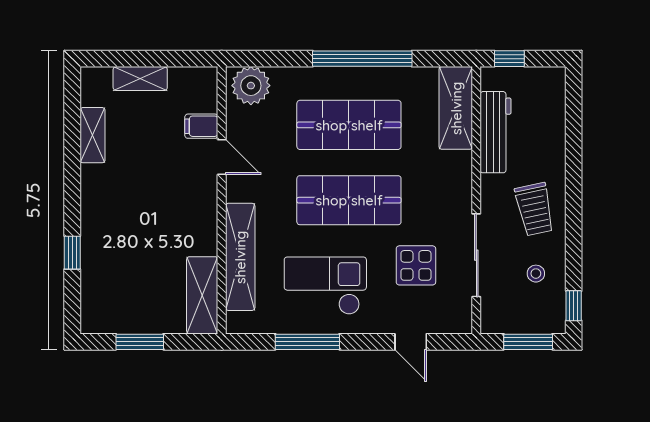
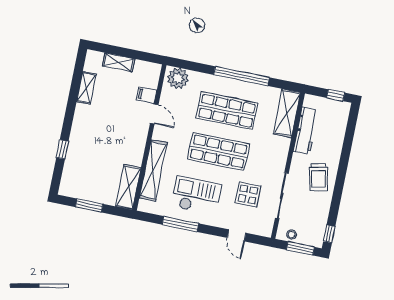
window: (509, 59) -> (336, 95), moved
stool: (536, 274) -> (292, 235), moved

